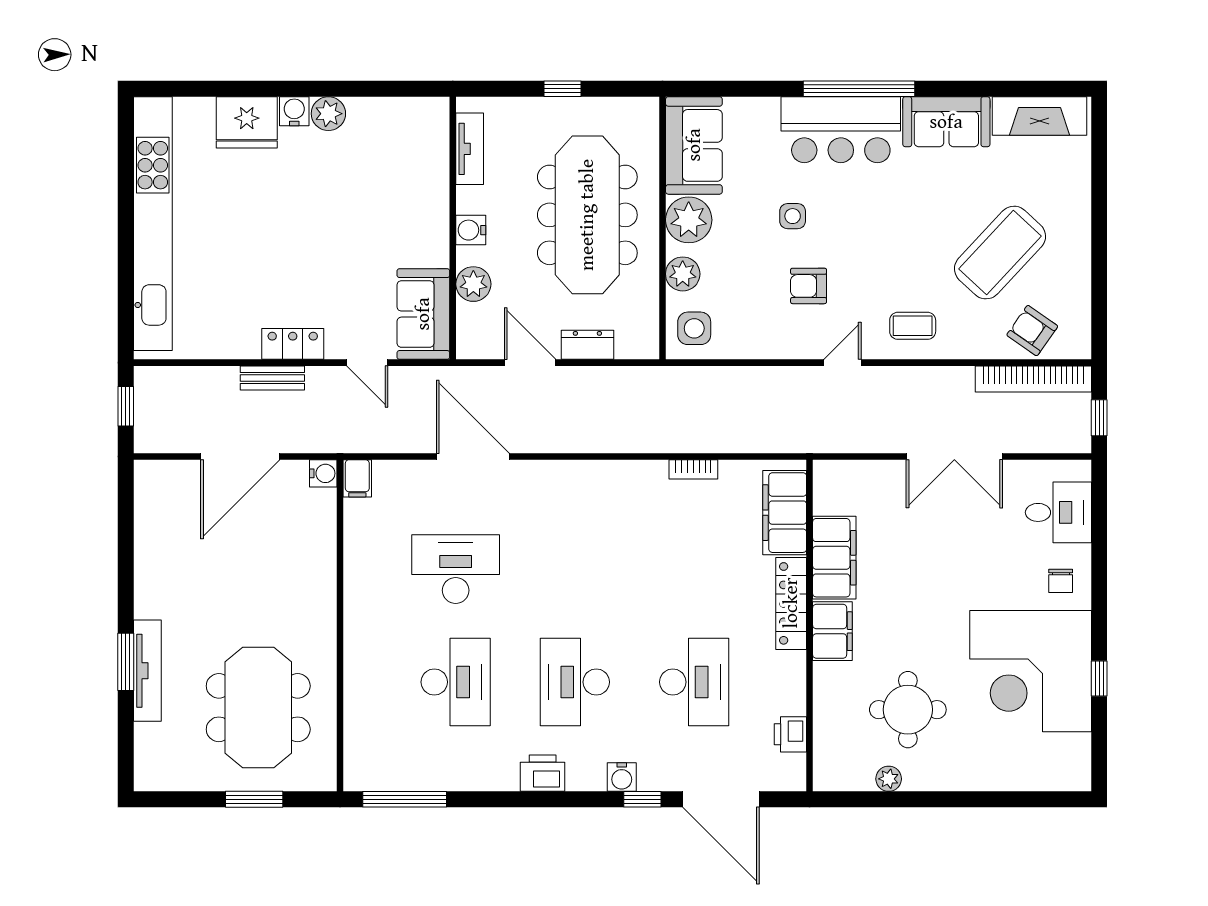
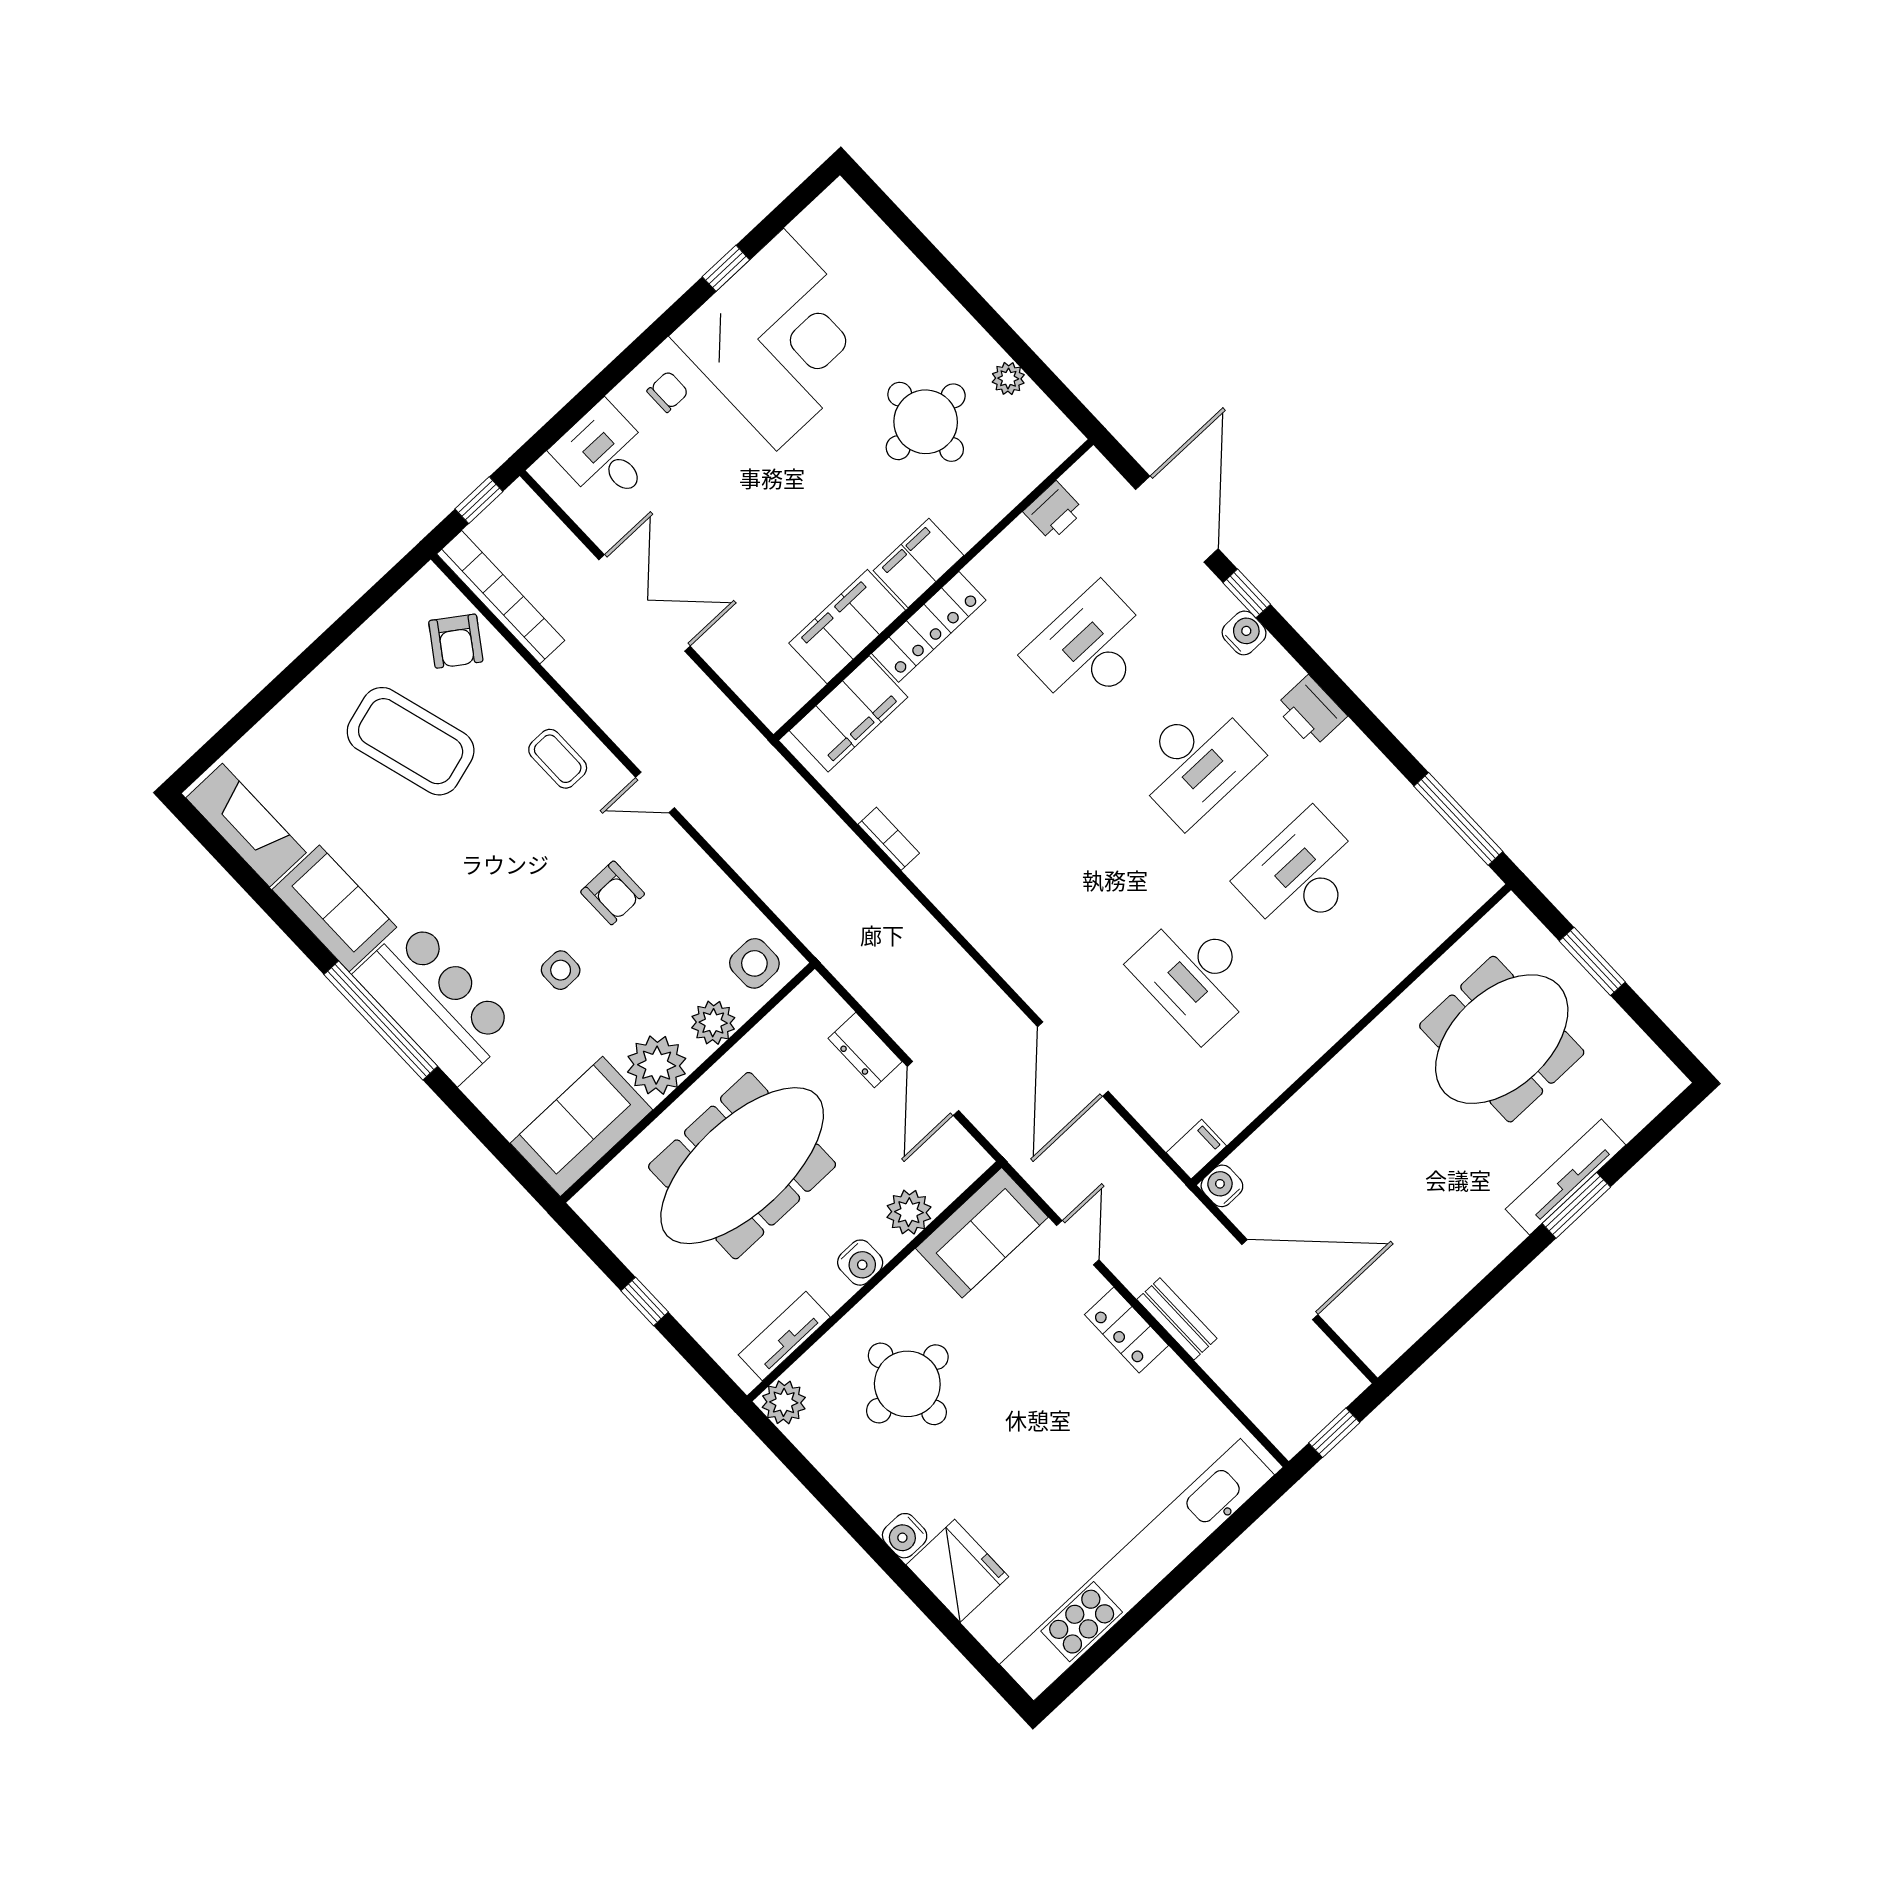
plant: (328, 114) -> (784, 1402), moved
round table: (378, 193) -> (907, 1384), added
coffee table: (1000, 253) -> (411, 741), turned 31

